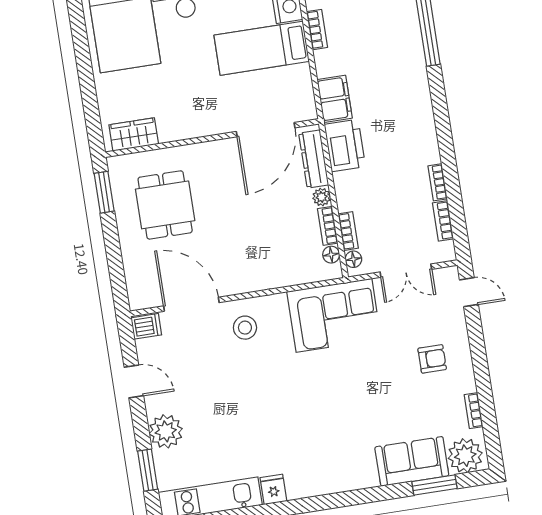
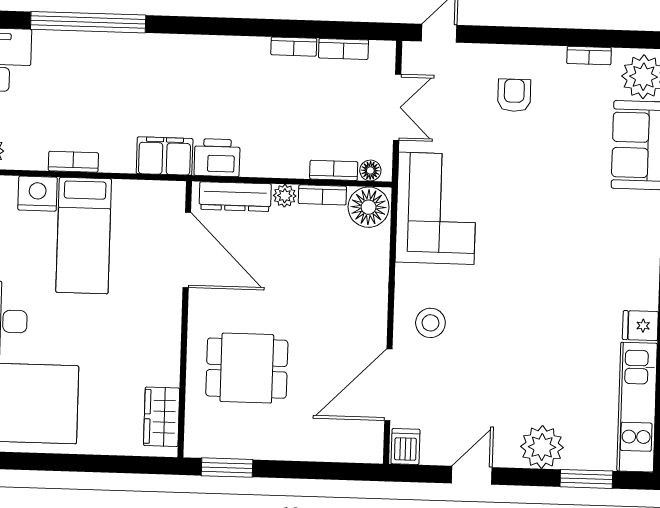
printer: (345, 145) -> (217, 158), width x0.73, depth x0.84
dining table: (165, 205) -> (247, 368), moved
floor lamp: (331, 255) -> (369, 207), width x1.89, depth x1.89

